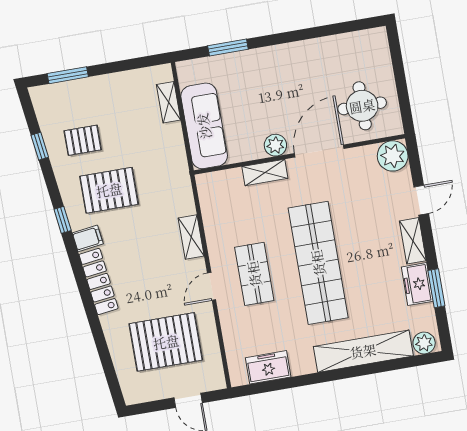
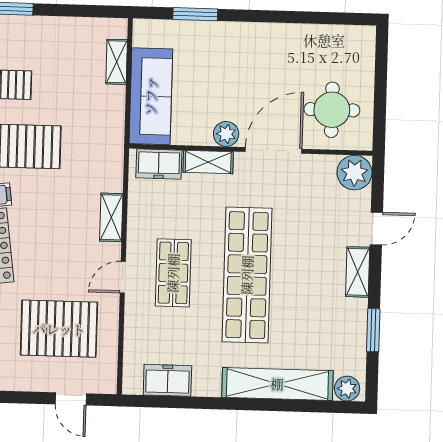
freezer: (417, 284) -> (159, 164), moved, turned -90

